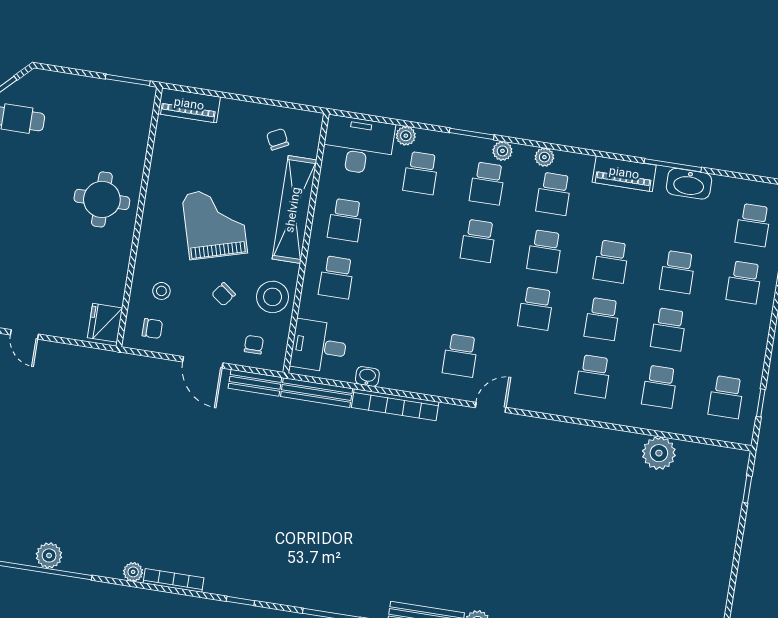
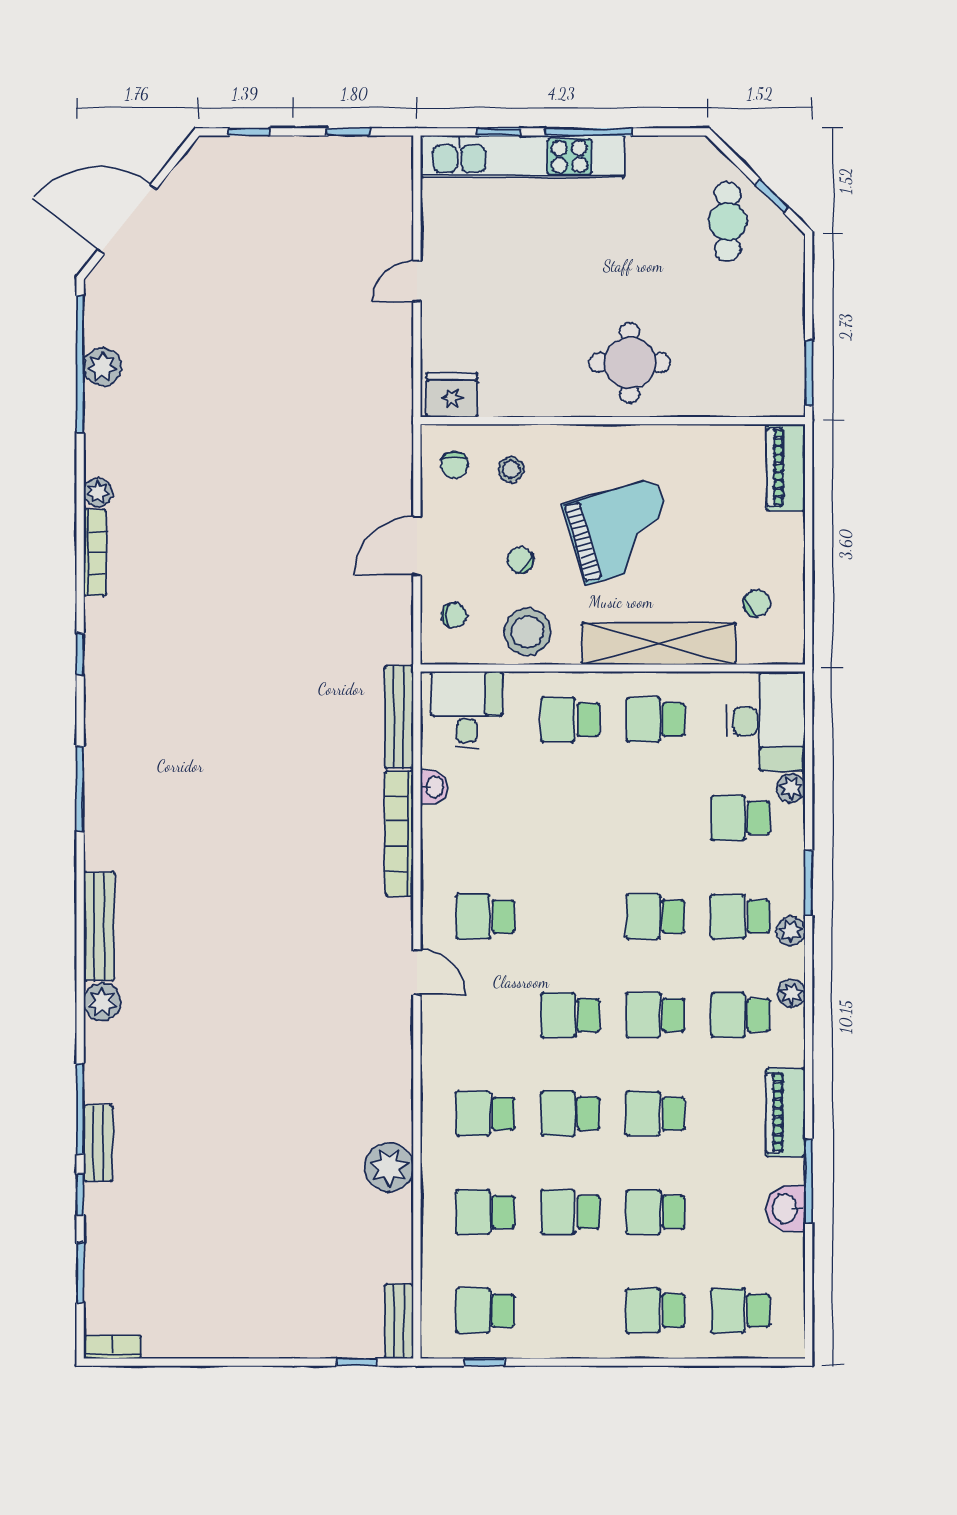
washbasin: (689, 184) -> (786, 1209), width x0.72
bench: (255, 383) -> (399, 1321), moved
plant: (659, 453) -> (389, 1167), moved

